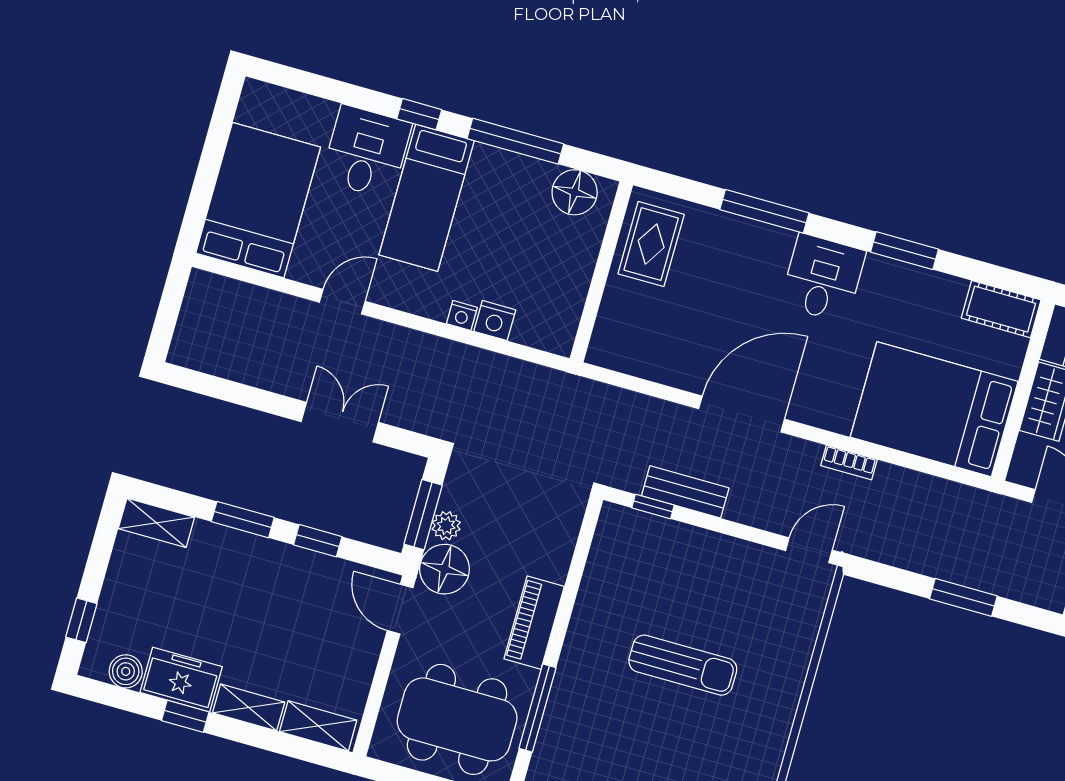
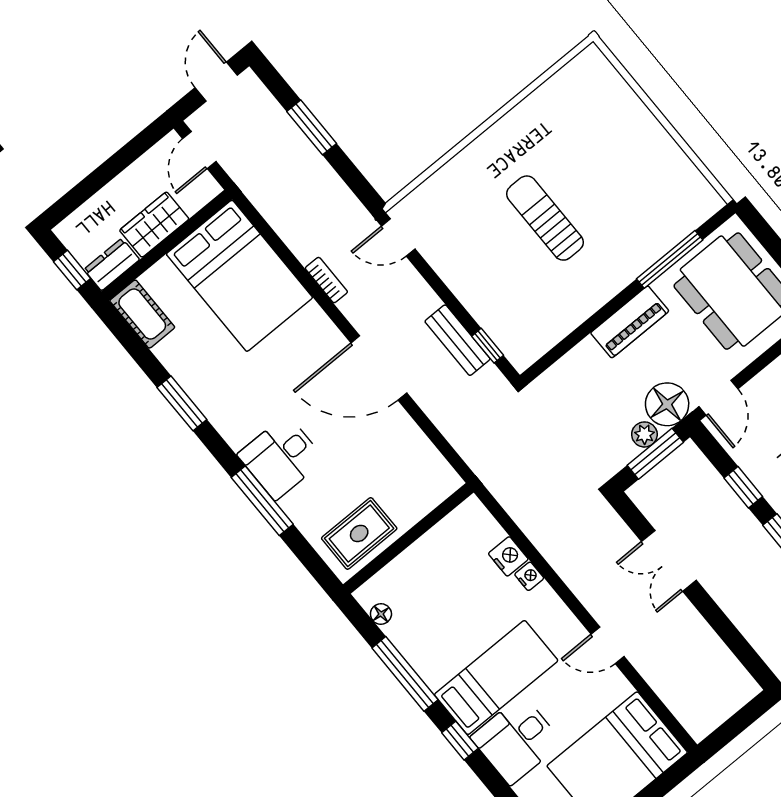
floor lamp: (575, 192) -> (381, 614), width x0.53, depth x0.53
desk: (823, 278) -> (281, 457), moved

